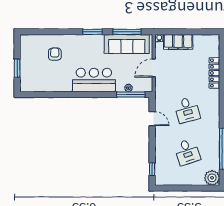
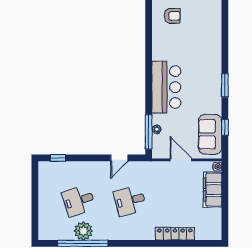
window: (127, 32) -> (225, 127), width x0.46
sofa: (127, 44) -> (210, 134), width x0.73
armchair: (55, 54) -> (172, 16), moved
plant: (212, 178) -> (83, 231), moved

